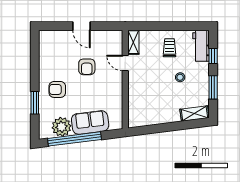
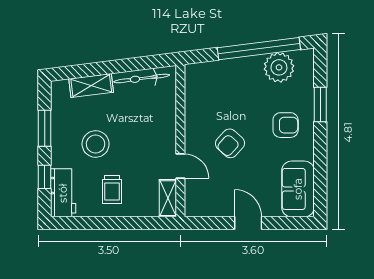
armchair: (87, 67) -> (230, 143), moved, turned -138
stool: (180, 77) -> (96, 144), width x1.89, depth x1.89
shelving: (194, 114) -> (91, 86), moved
bicycle: (150, 120) -> (142, 78), added
sofa: (90, 122) -> (298, 189), moved, turned 97

